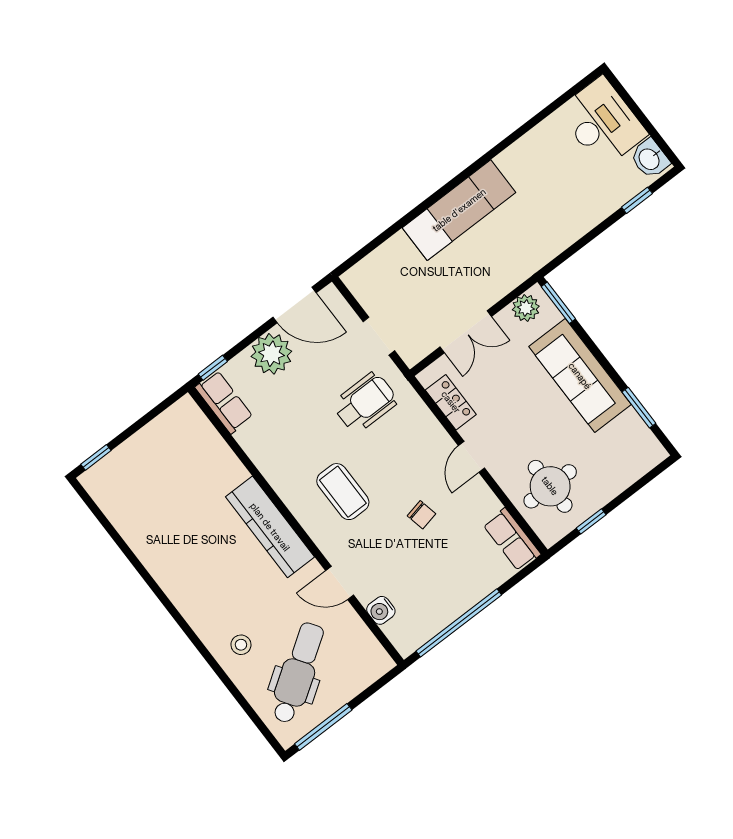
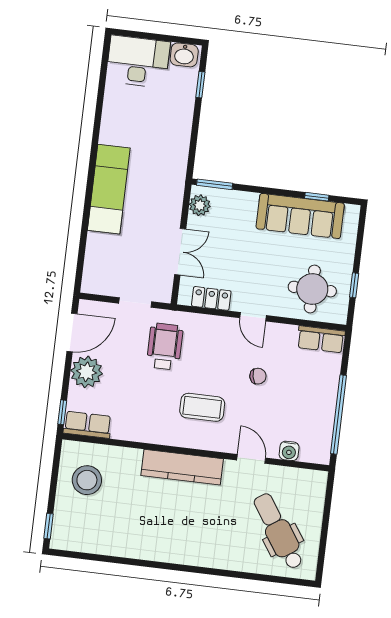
sofa: (580, 376) -> (300, 216), moved
window: (639, 408) -> (317, 197), width x0.67
door: (340, 583) -> (251, 459), swing flipped
stool: (241, 645) -> (87, 480), moved, width x1.89, depth x1.89
window: (323, 727) -> (323, 547), removed

